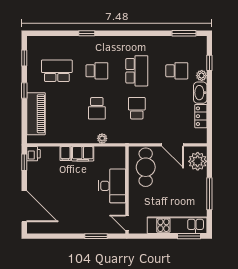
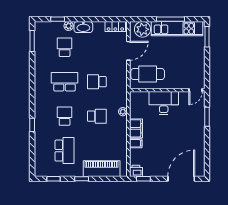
school desk: (57, 71) -> (65, 151), turned 180
locker: (201, 116) -> (115, 26), moved
kitchen unit: (177, 225) -> (177, 29), moved, turned -90

